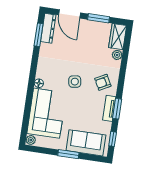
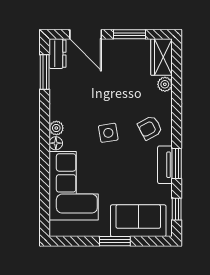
dresser: (48, 28) -> (58, 54), width x0.70
plant: (31, 140) -> (56, 128), moved

